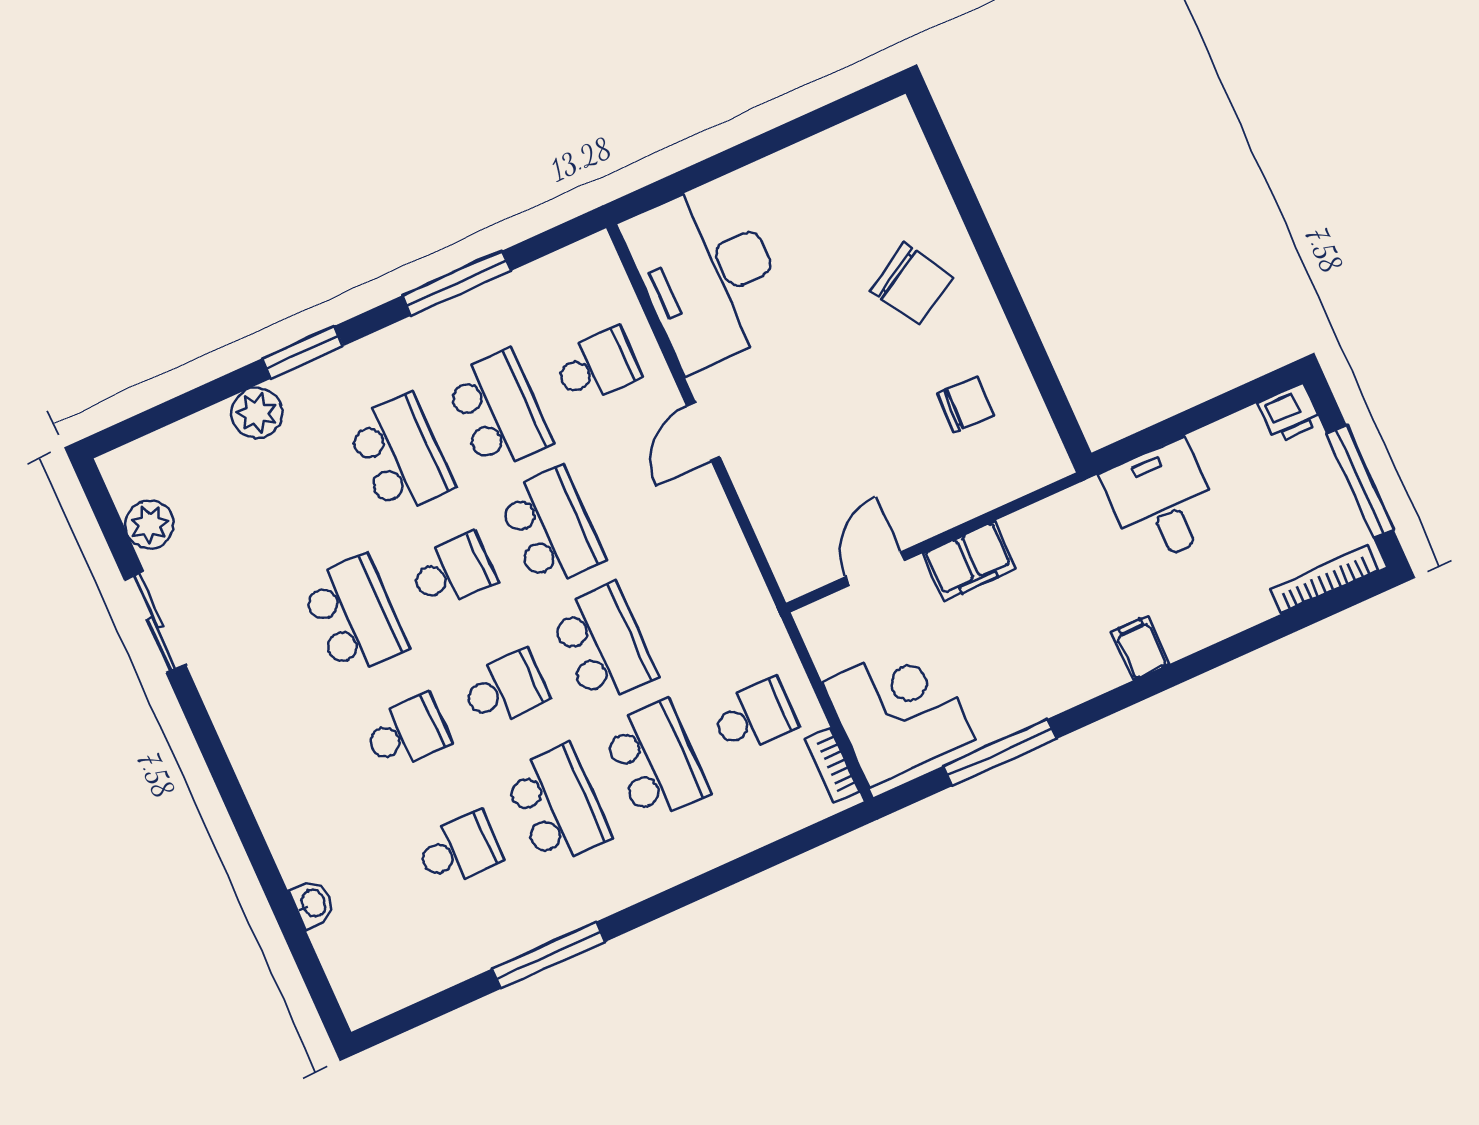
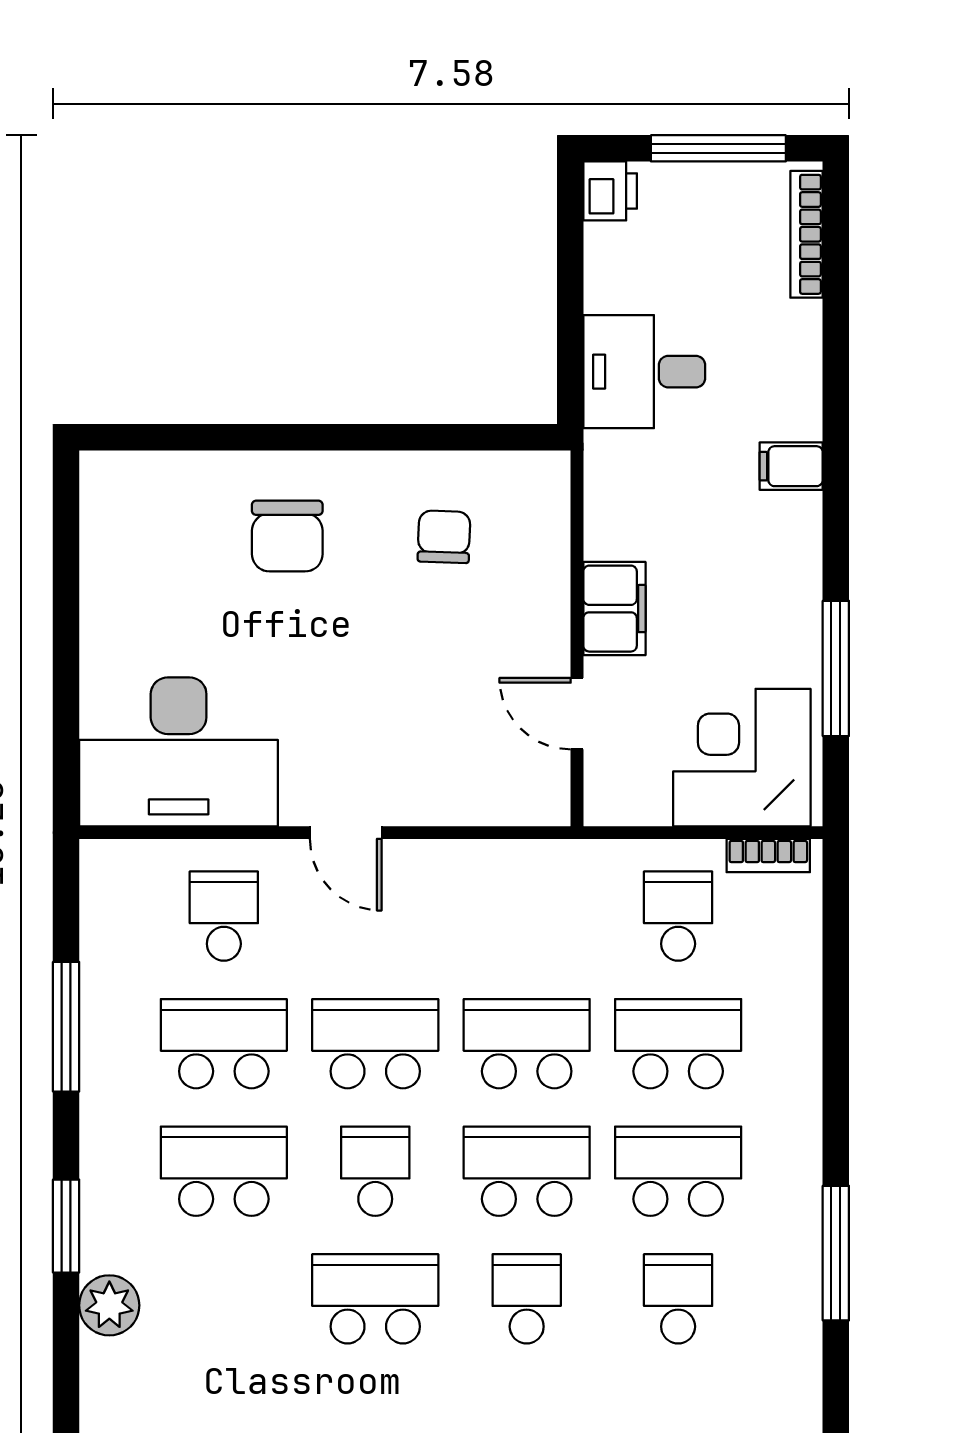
chair: (912, 284) -> (287, 536), turned 121
school desk: (505, 688) -> (527, 1171), width x1.85

